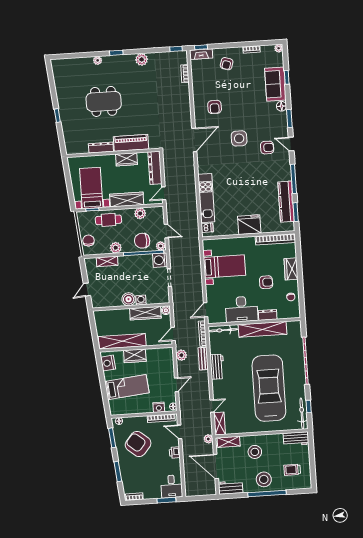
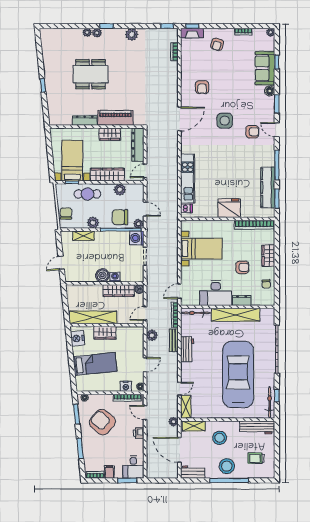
plant: (107, 60) -> (97, 33), added
workbench: (296, 439) -> (257, 427), width x1.38
filing cabinet: (148, 493) -> (109, 472), added

